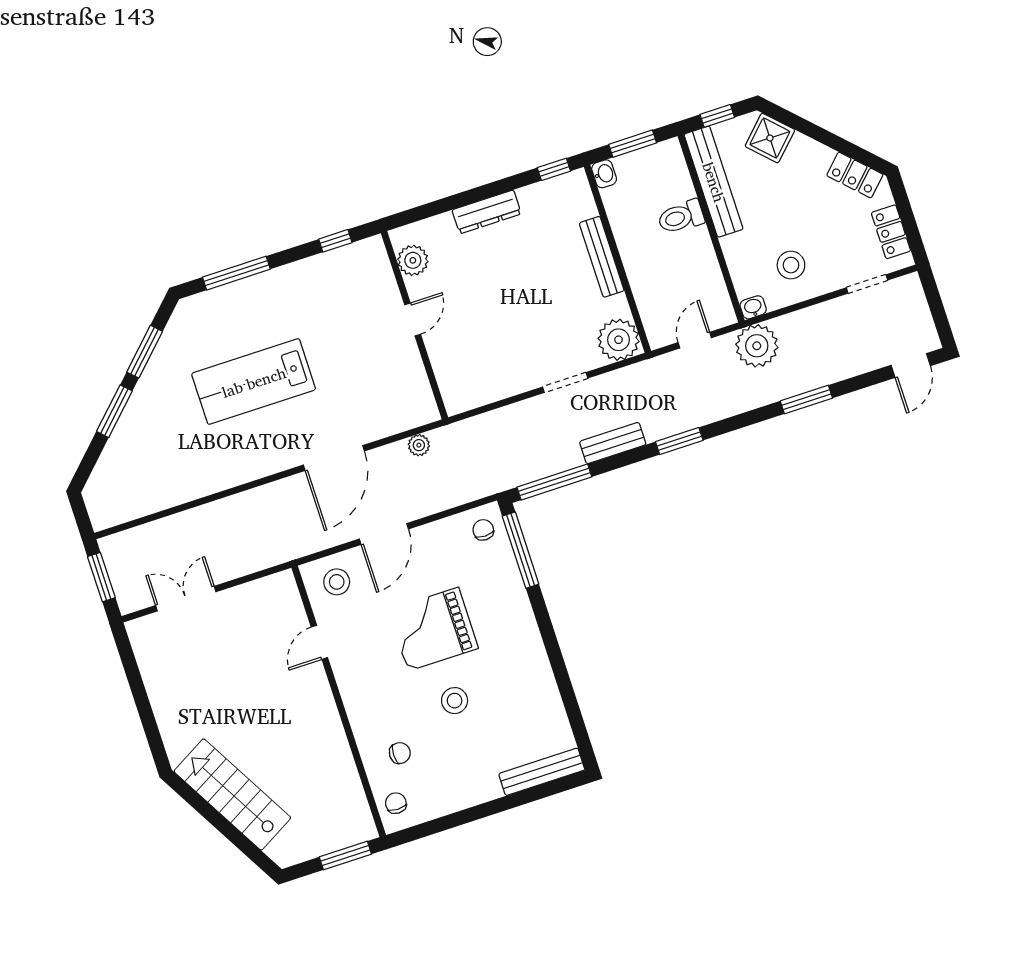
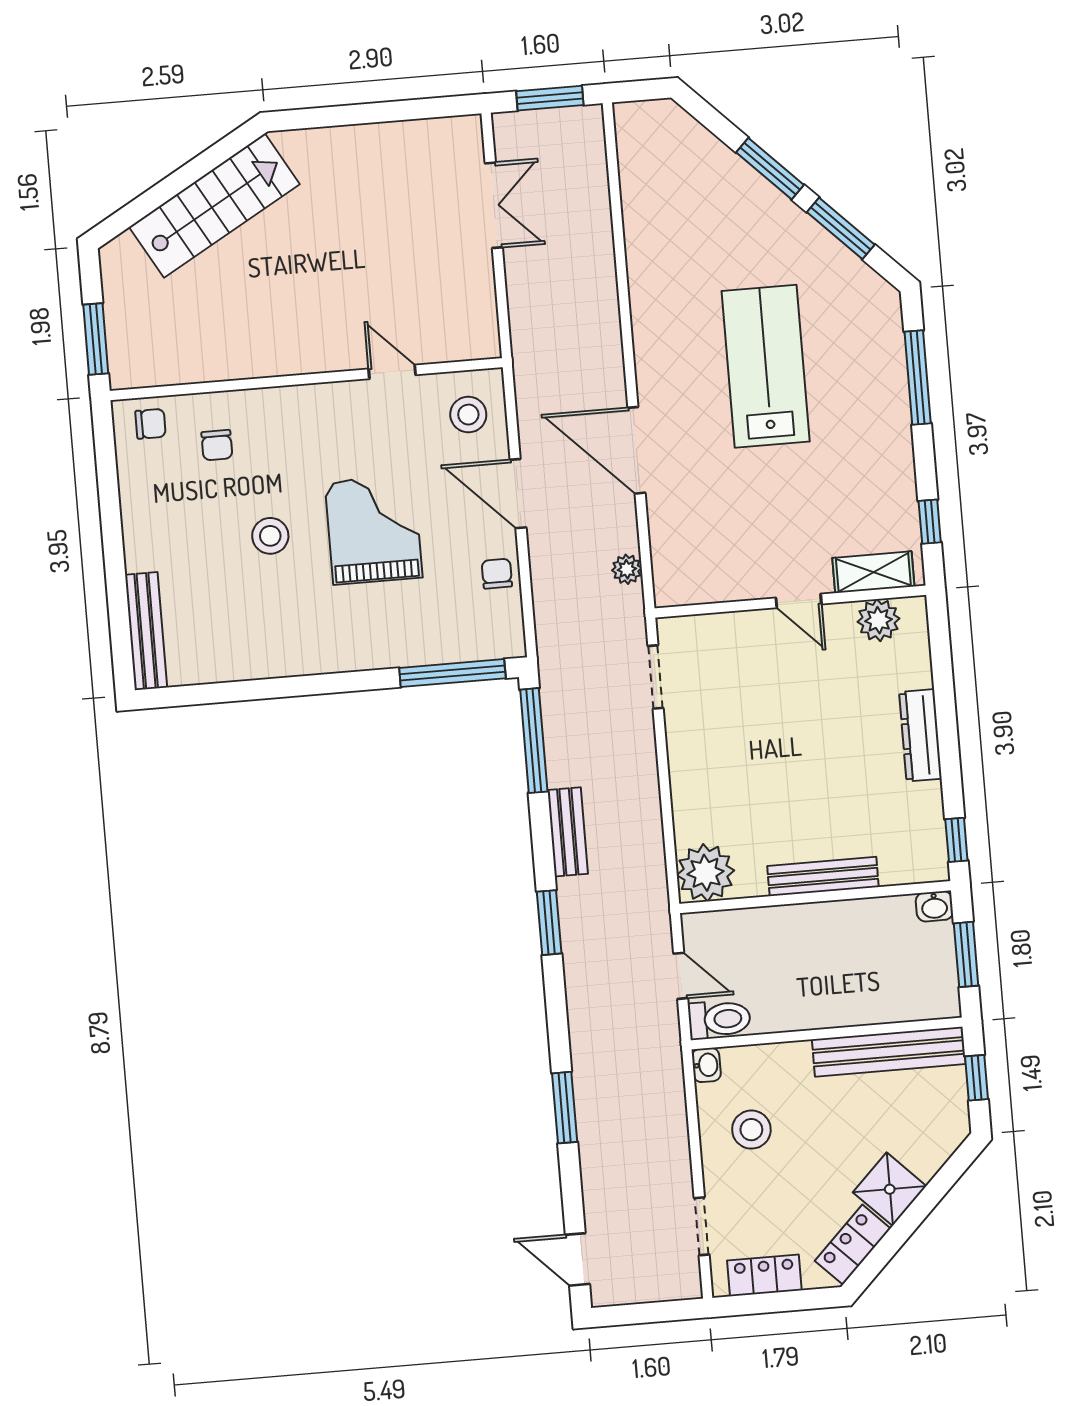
shower: (770, 138) -> (890, 1189), moved
toilet: (681, 217) -> (719, 1019), moved, turned 90
shelving: (380, 272) -> (873, 572), added
plant: (757, 346) -> (653, 1058), removed
doorway: (565, 383) -> (656, 677), moved
chair: (483, 530) -> (497, 574), moved, turned -90

